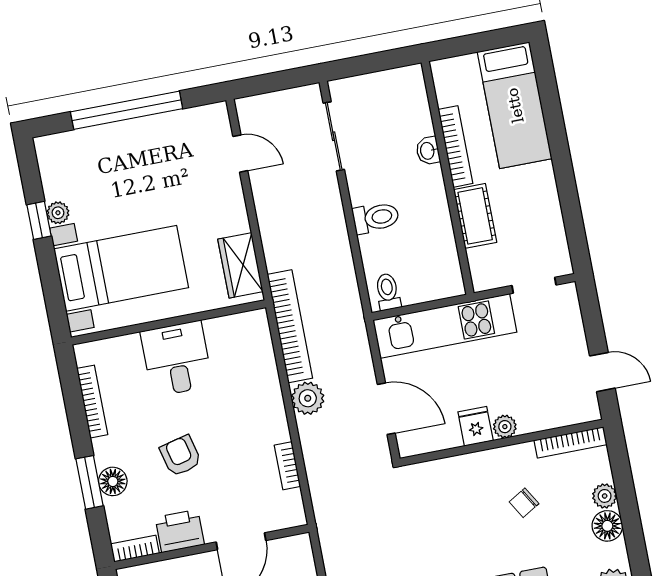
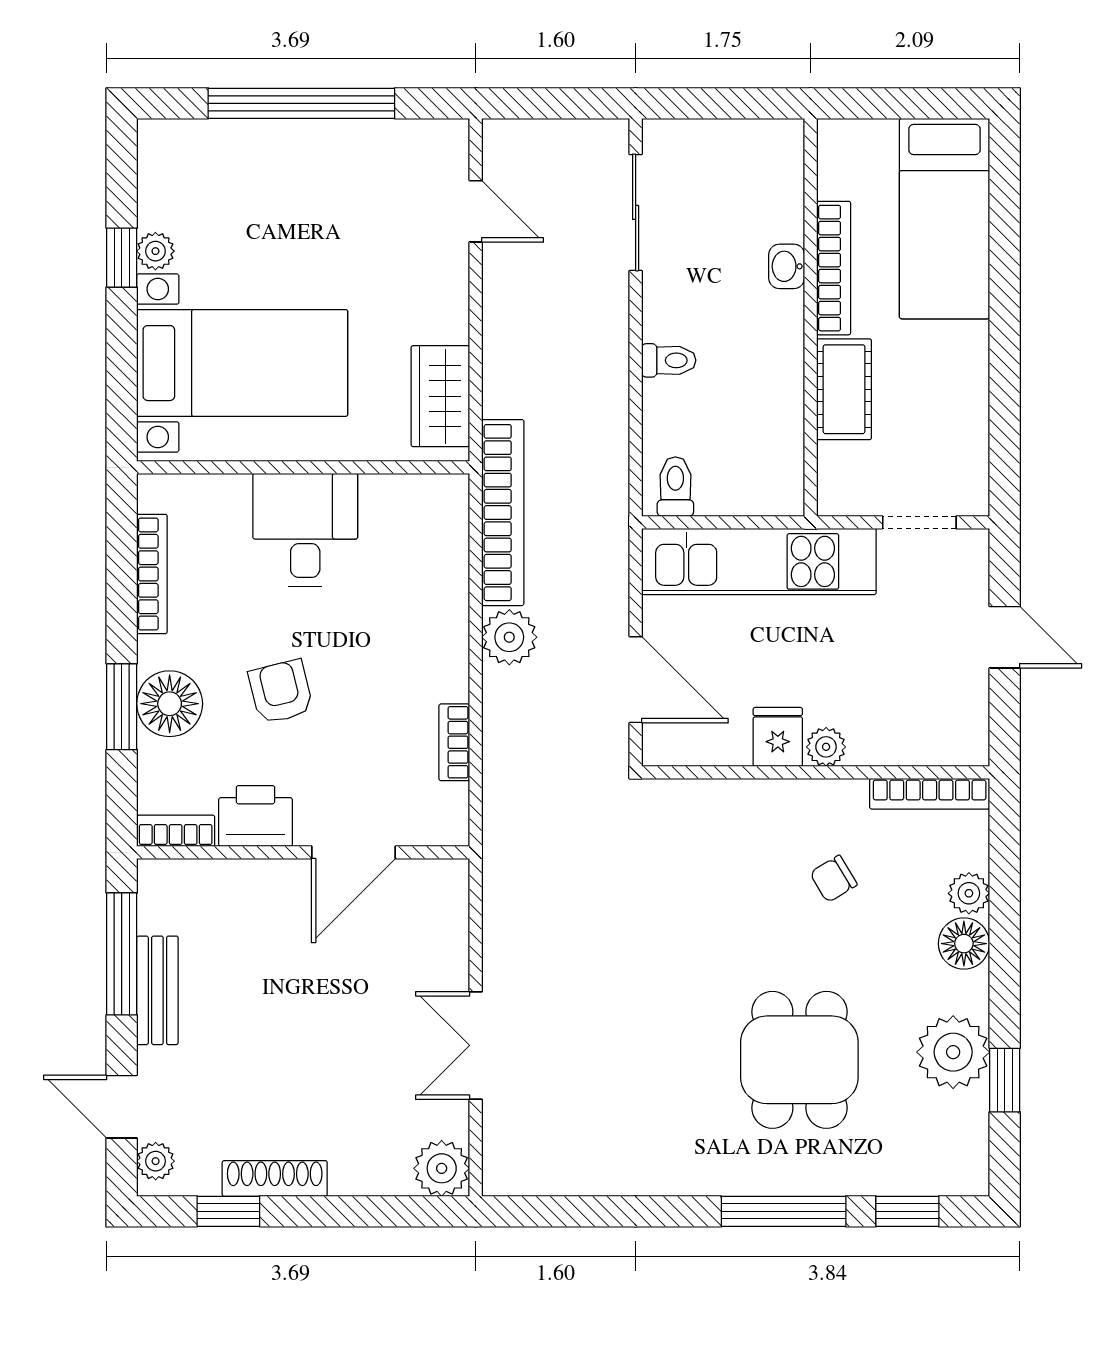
toilet: (376, 218) -> (669, 360), width x0.73, depth x0.72
door: (602, 372) -> (1005, 637), moved
floor lamp: (113, 481) -> (170, 704), width x1.38, depth x1.38

